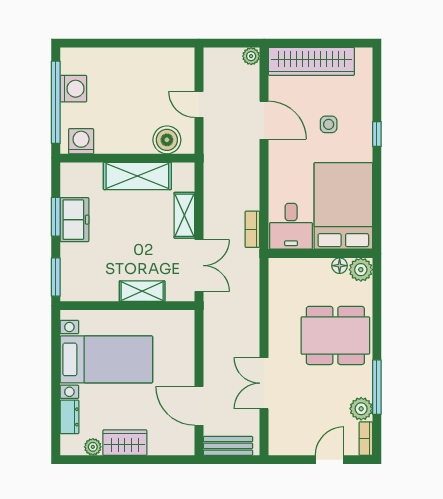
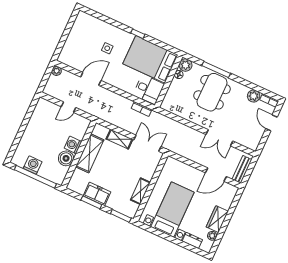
wardrobe: (311, 61) -> (73, 43), removed
window: (377, 134) -> (138, 34), moved
boiler: (167, 140) -> (66, 158), moved
washing machine: (81, 141) -> (73, 145), moved
shelving: (142, 291) -> (140, 191), moved
window: (377, 387) -> (216, 70), moved

